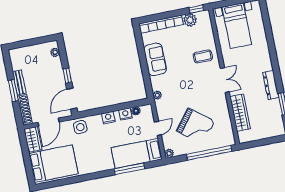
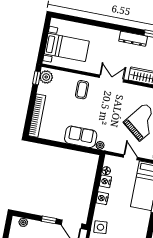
plant: (190, 20) -> (46, 77), moved
sofa: (155, 59) -> (81, 137), moved

